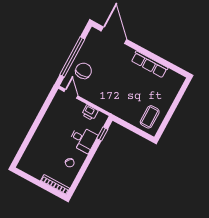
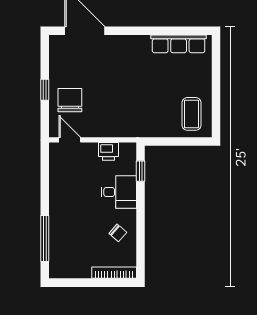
window: (72, 57) -> (45, 90), width x0.32
row of seats: (149, 64) -> (179, 44), moved
window: (26, 143) -> (45, 239), added

